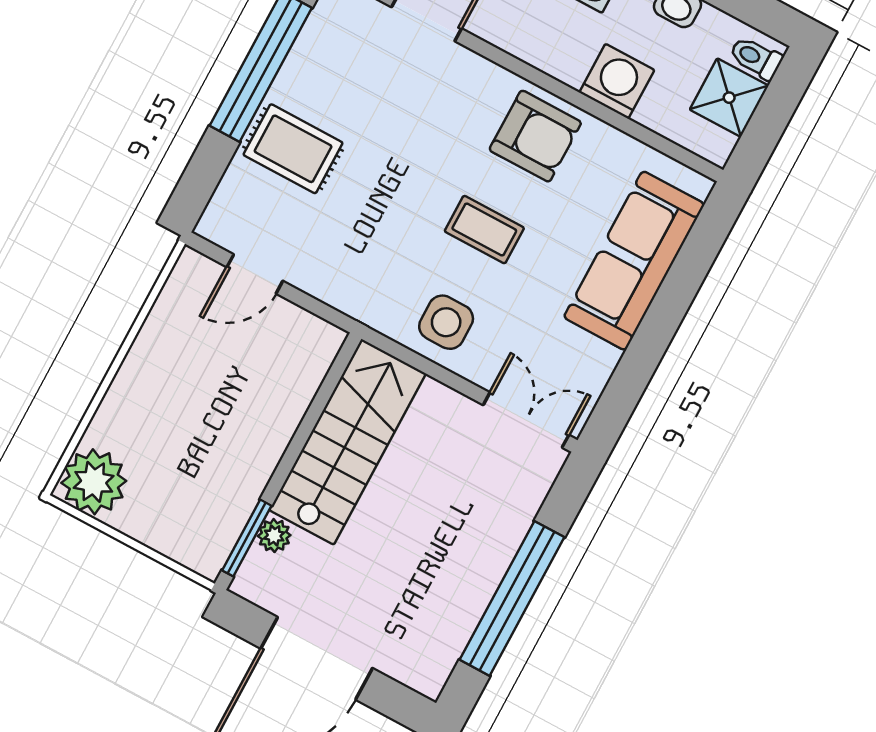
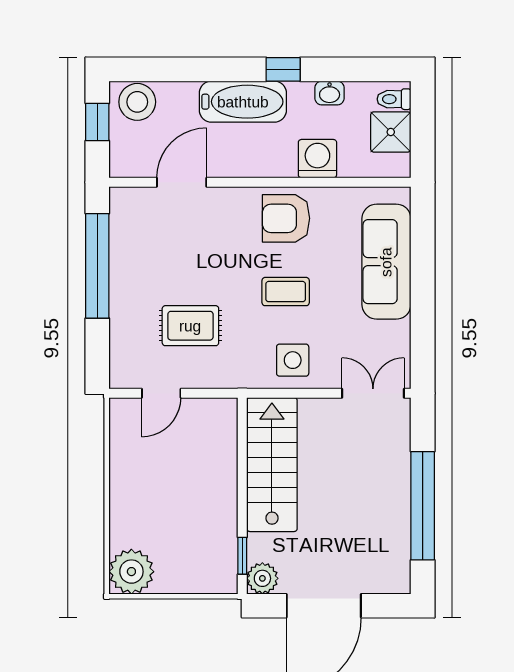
armchair: (535, 136) -> (286, 218), turned 180
rug: (293, 149) -> (190, 326), moved
plant: (274, 536) -> (262, 578), moved, width x1.38, depth x1.38
window: (247, 538) -> (242, 556), width x0.67

